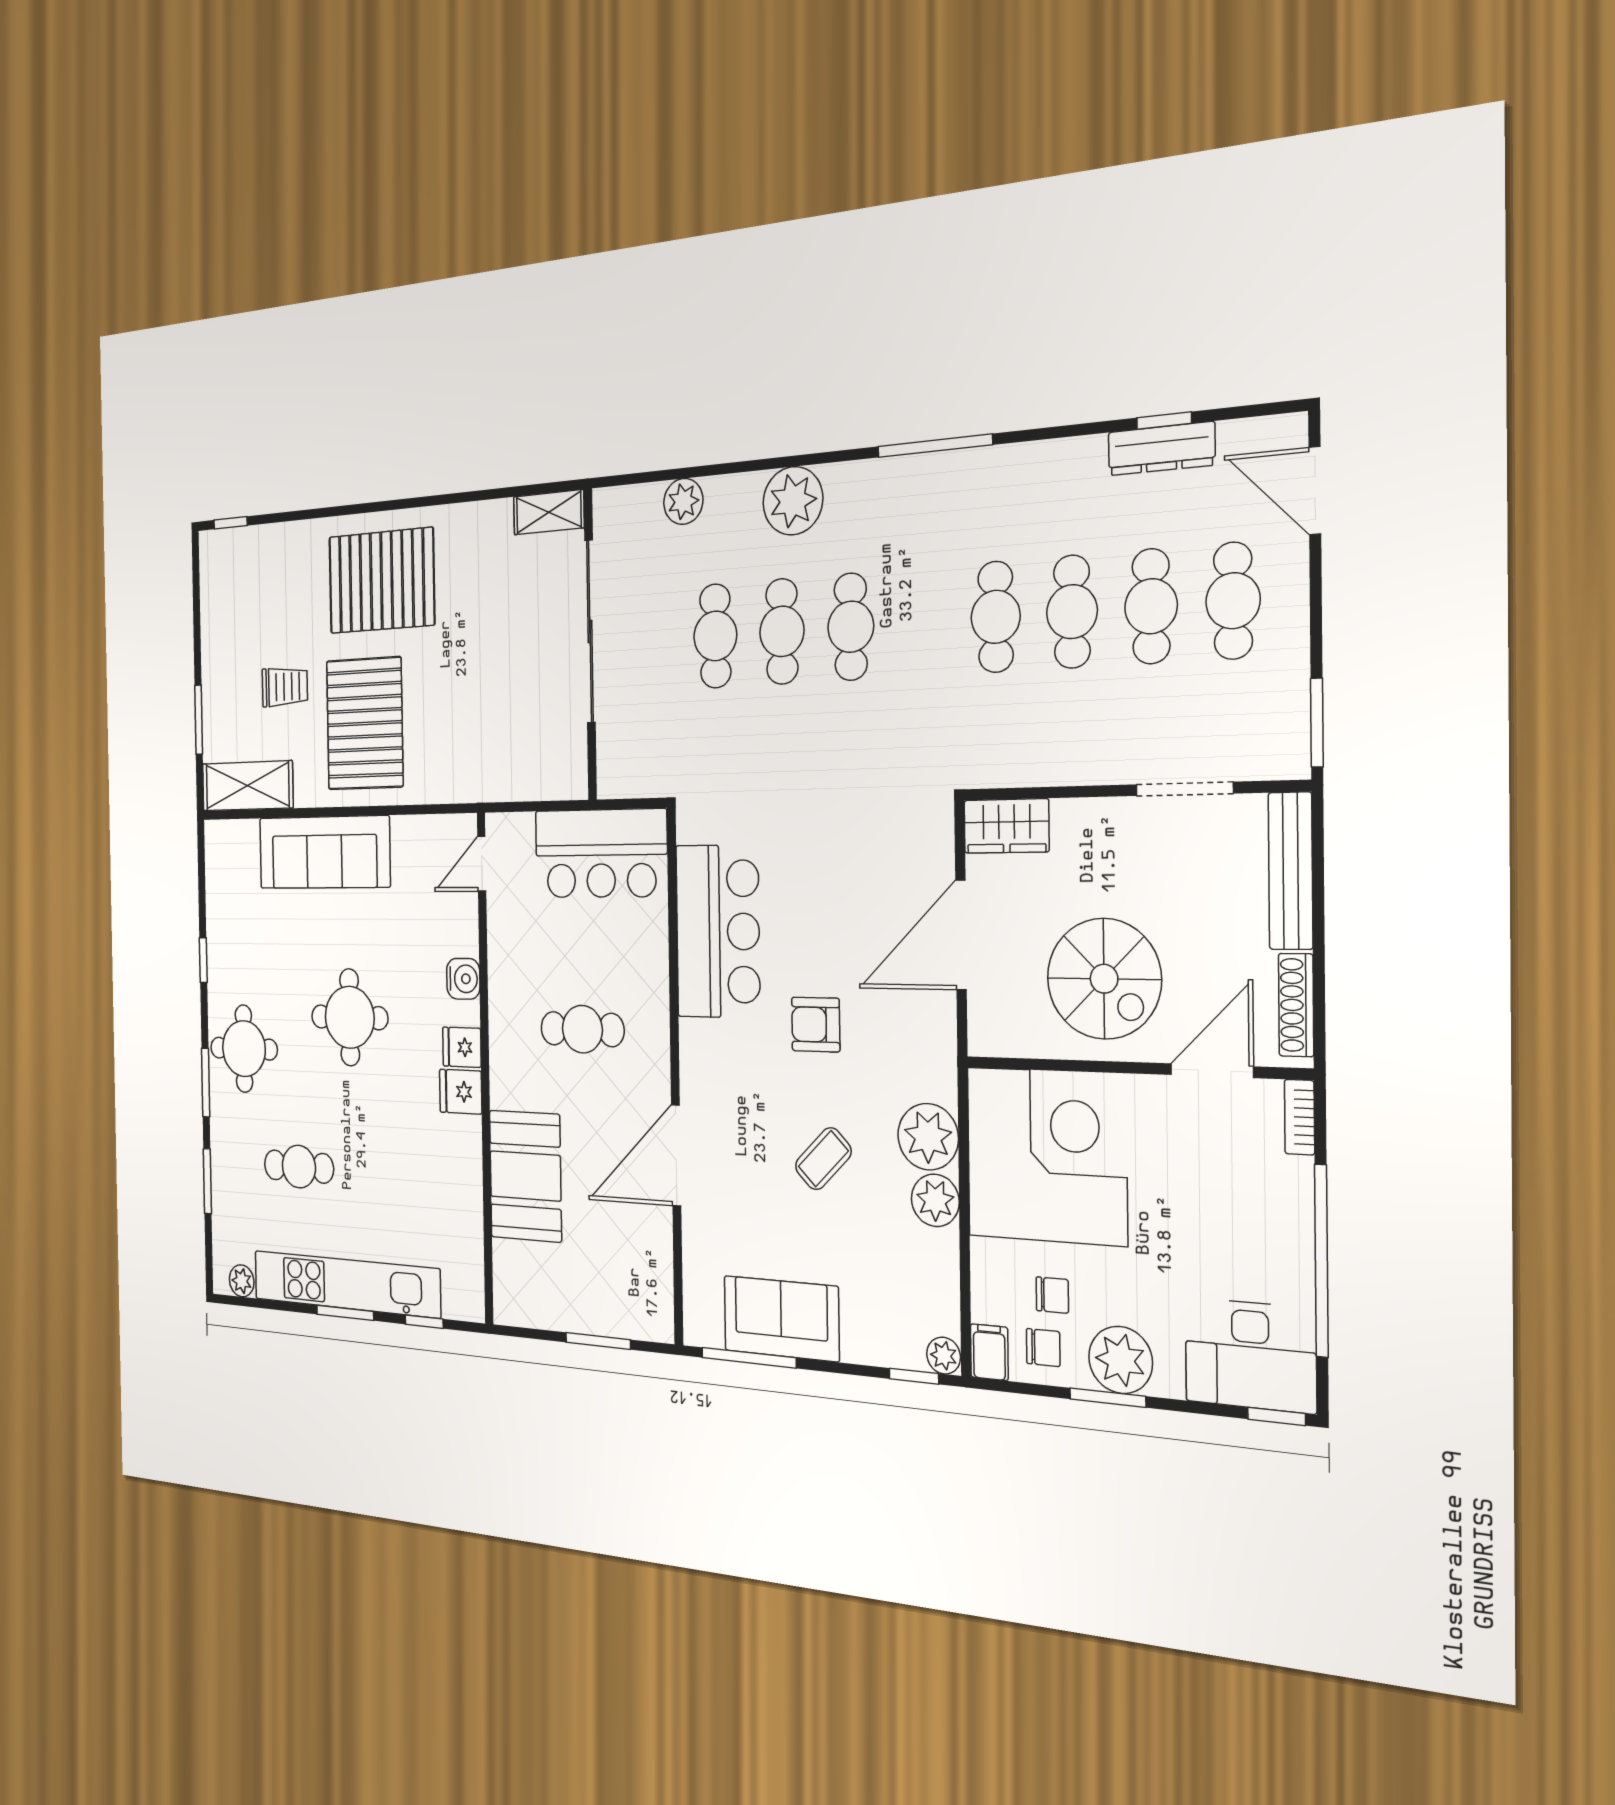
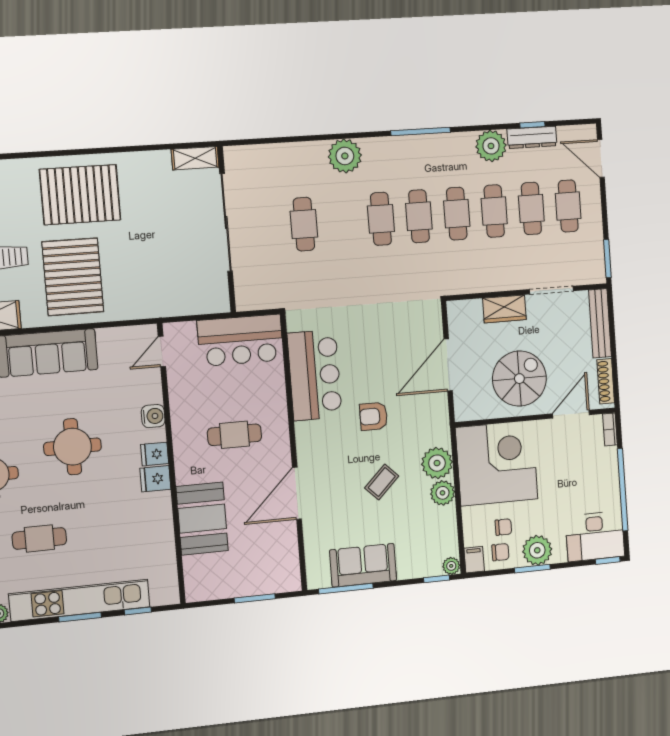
plant: (683, 501) -> (491, 146), moved, width x1.36, depth x1.36
cafe table: (782, 631) -> (419, 216), moved
wardrobe: (1006, 826) -> (504, 309), moved
spiral stairs: (1104, 979) -> (519, 379), turned -90

